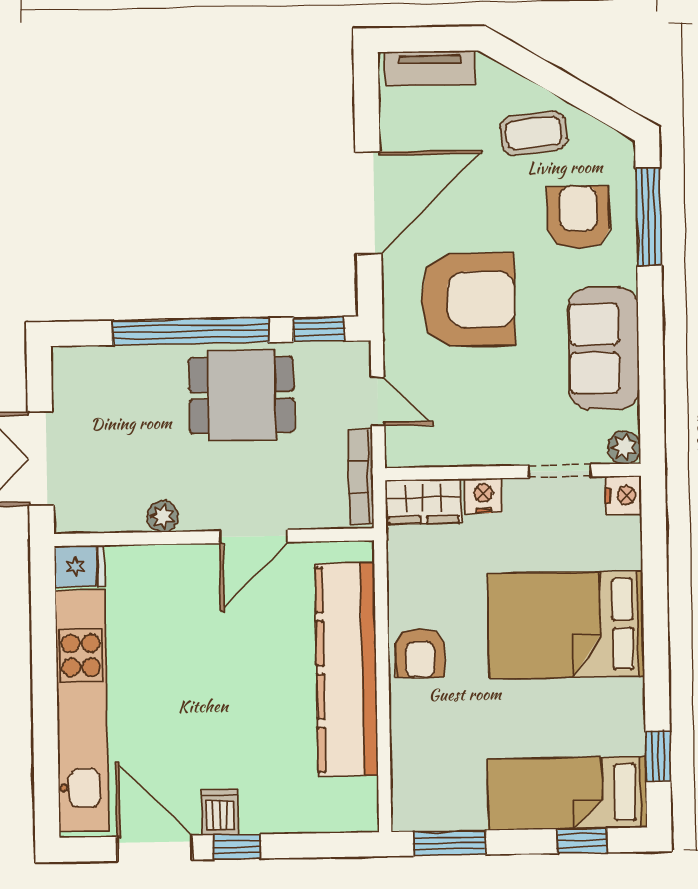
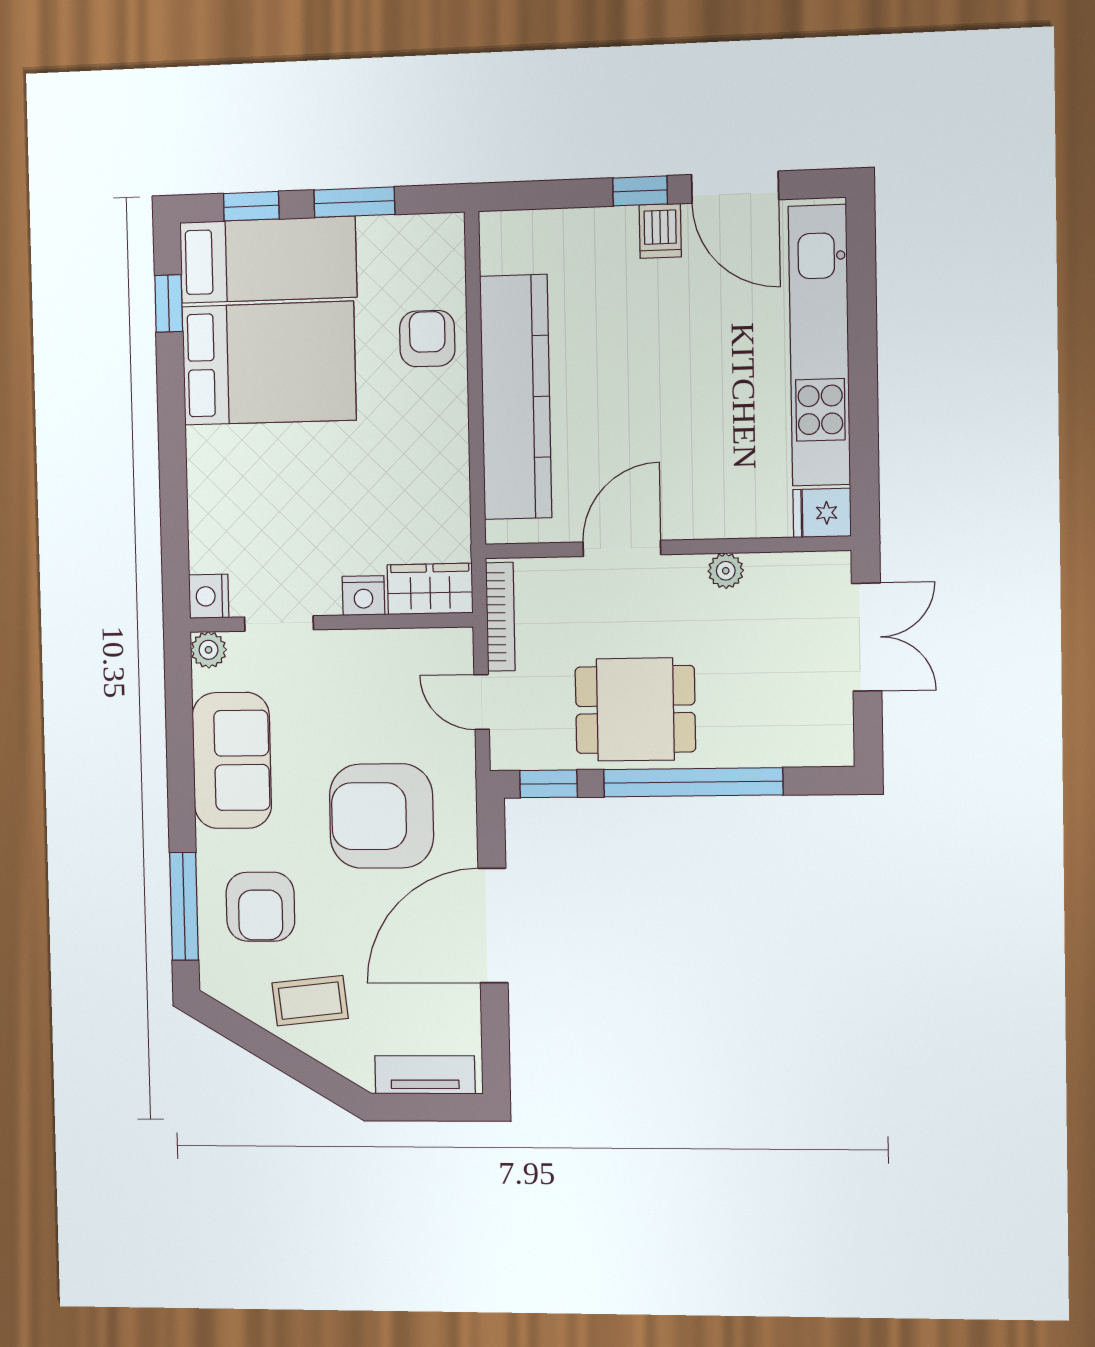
bed: (566, 625) -> (269, 363), moved
armchair: (420, 653) -> (427, 339), moved
window: (449, 843) -> (354, 202), moved

